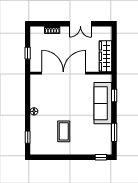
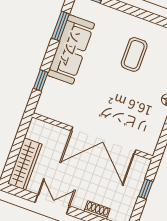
wardrobe: (106, 56) -> (25, 164), moved
sofa: (103, 103) -> (71, 49), moved

